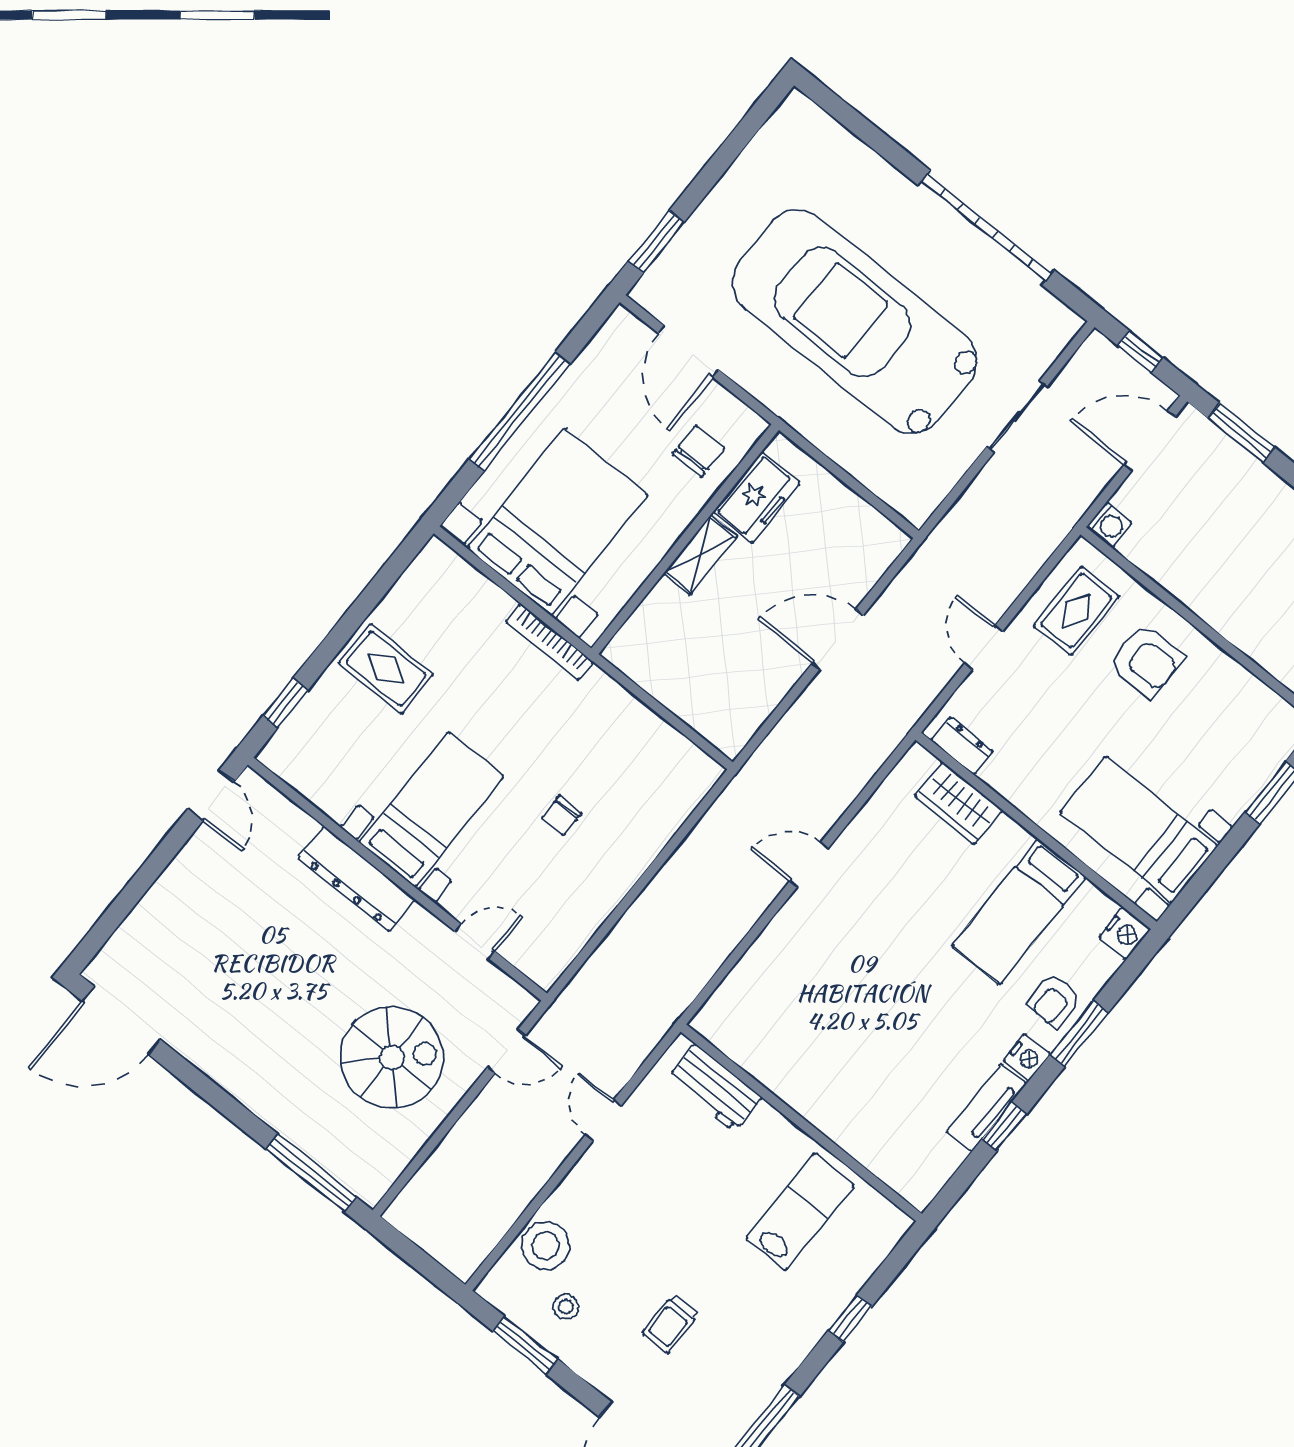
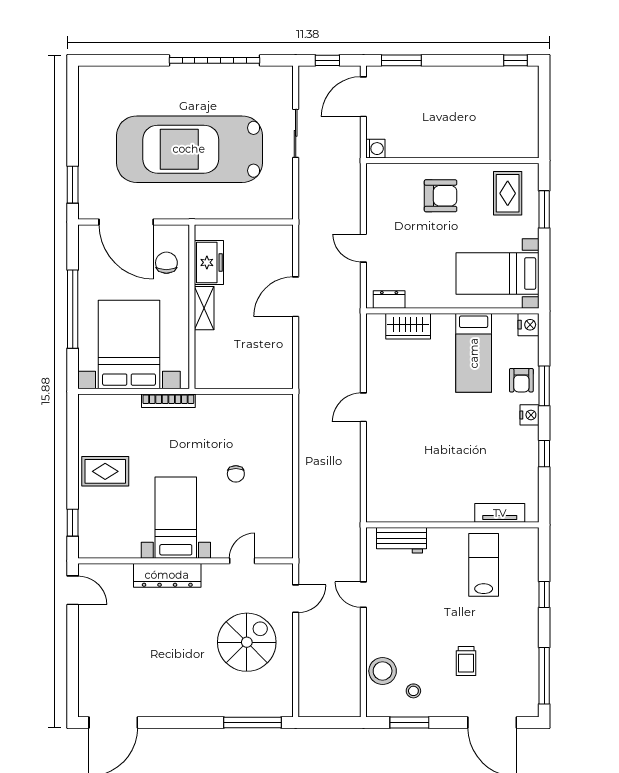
door: (688, 351) -> (126, 222), width x1.36
rug: (1076, 611) -> (508, 193), moved
tv unit: (986, 1107) -> (500, 513), moved, turned 90

